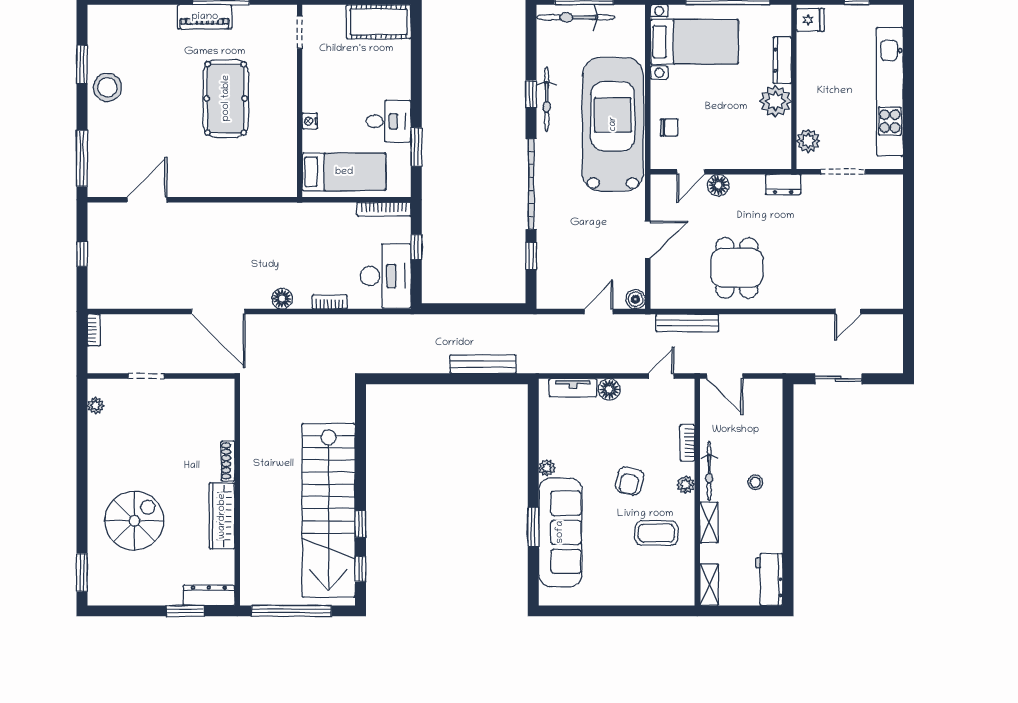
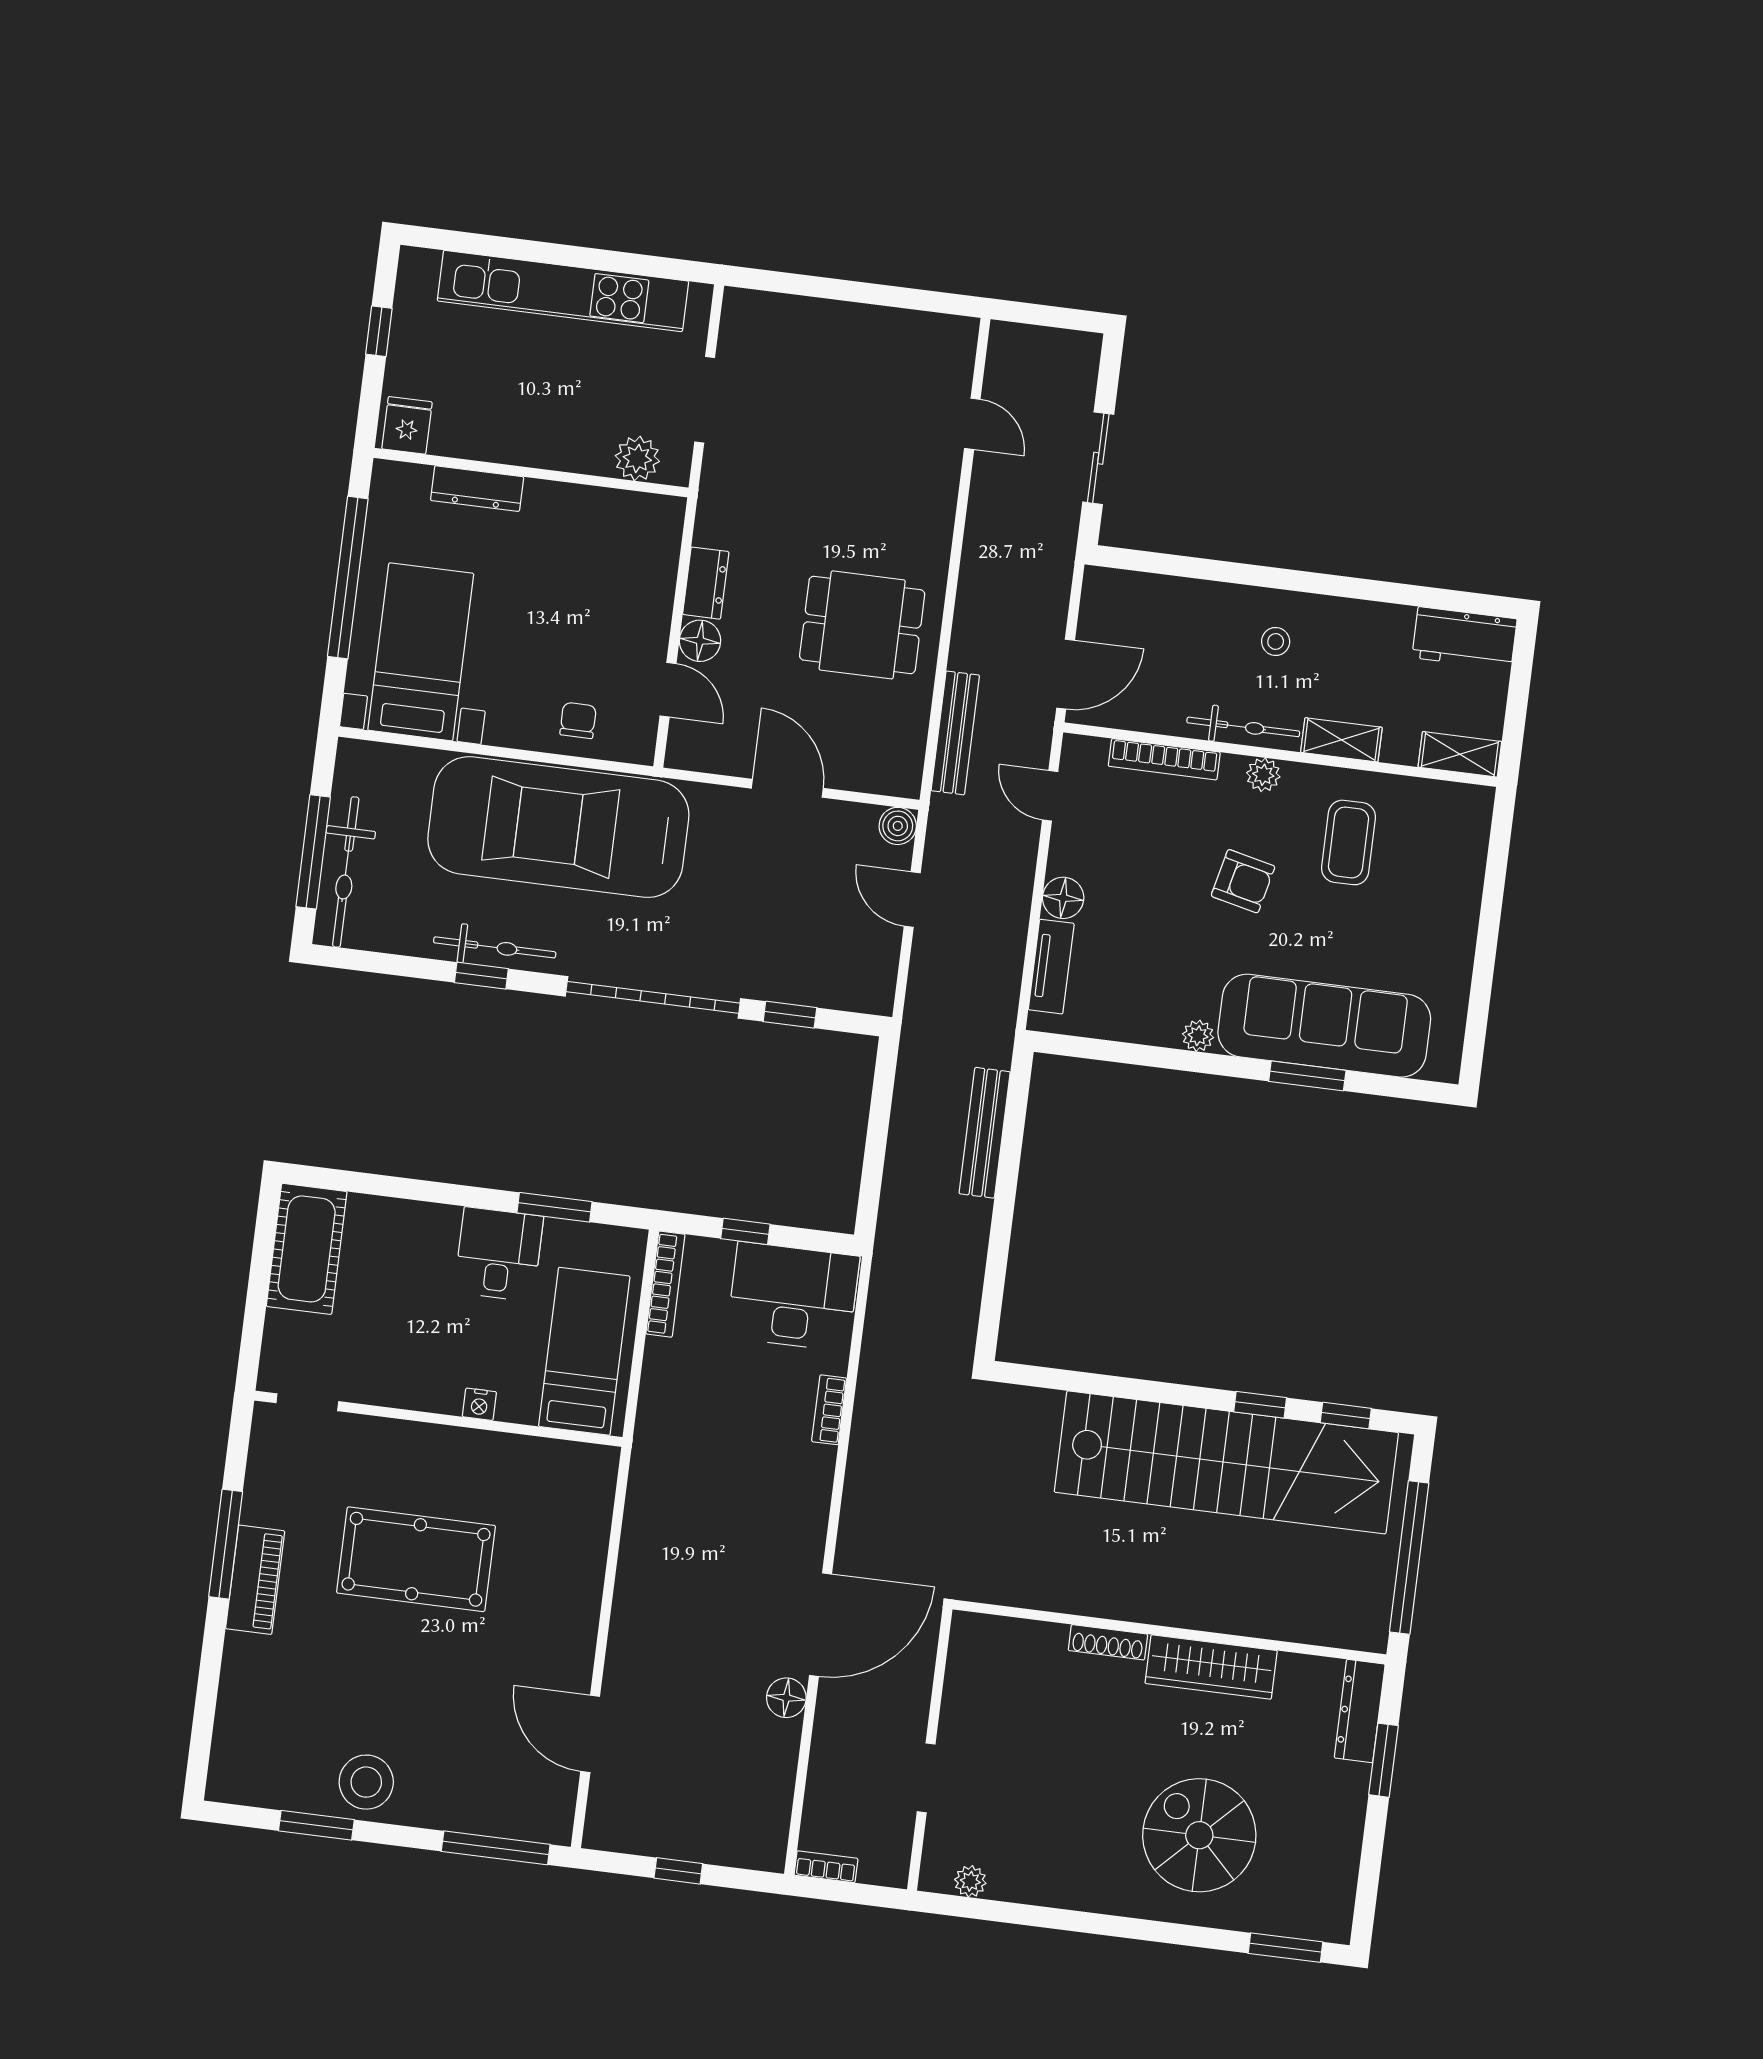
plant: (775, 101) -> (554, 511), removed
dresser: (783, 184) -> (706, 583), moved
floor lamp: (282, 299) -> (786, 1698), moved
bookcase: (687, 443) -> (1164, 759), width x1.56

